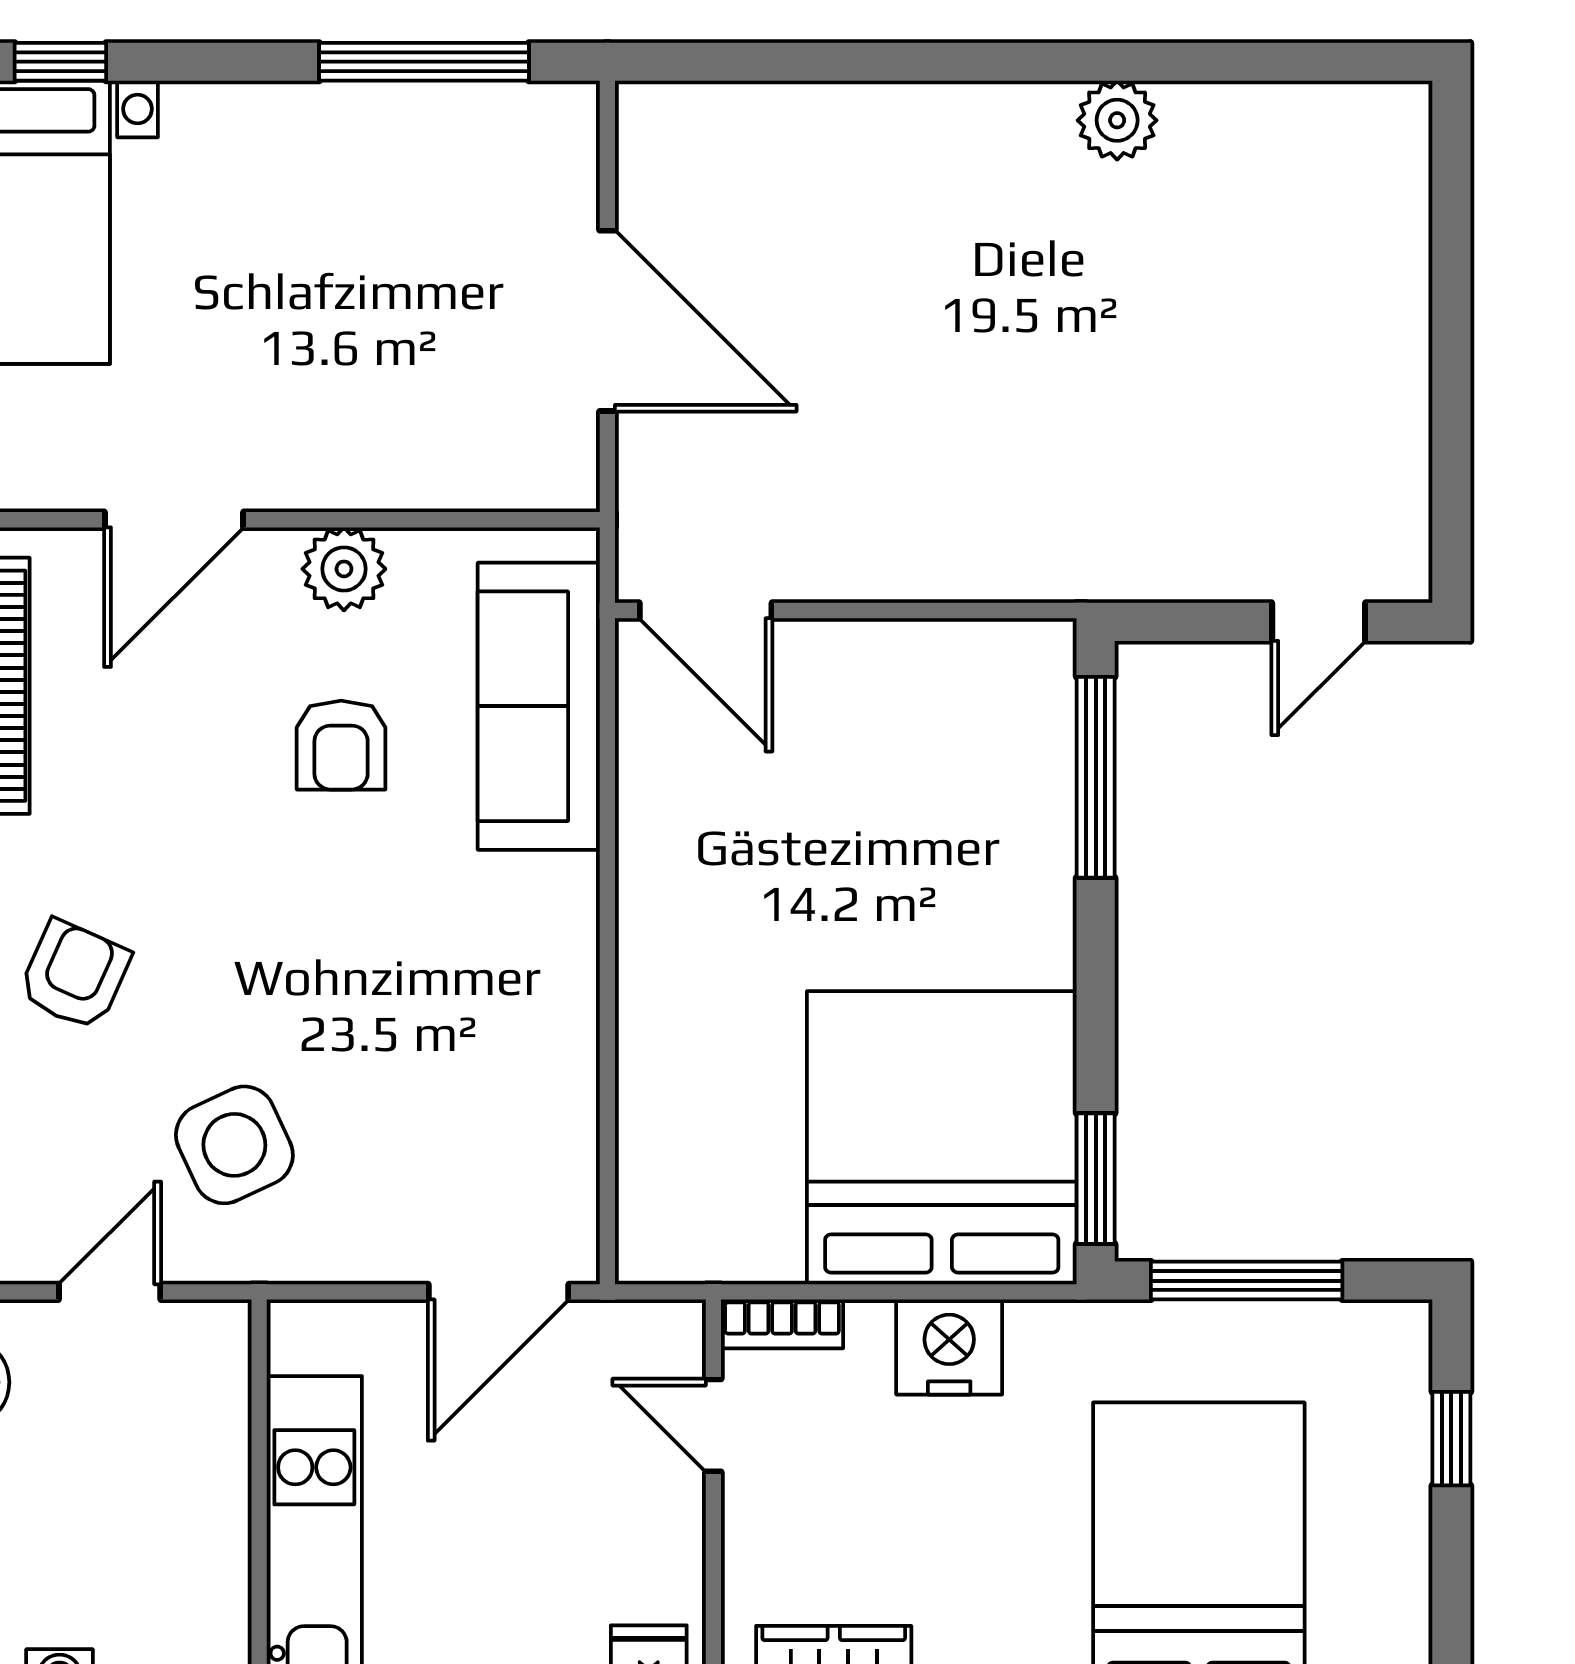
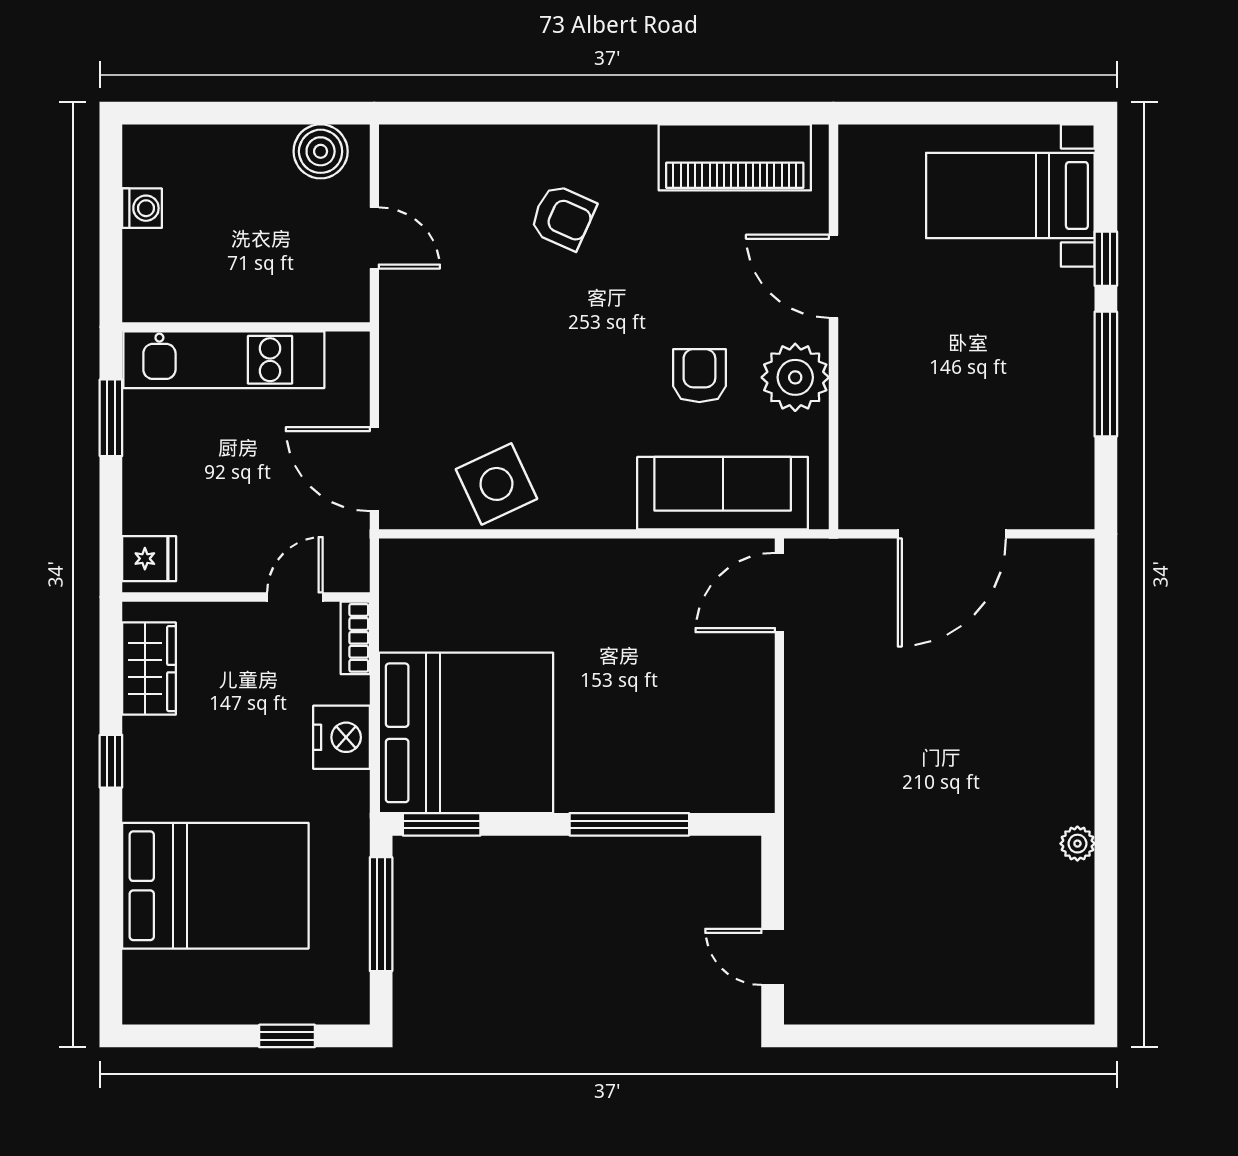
window: (60, 62) -> (1106, 259), moved
window: (424, 62) -> (1106, 374), moved
plant: (1117, 120) -> (1077, 844), width x0.73, depth x0.73
plant: (344, 569) -> (795, 377), width x1.36, depth x1.36
armchair: (341, 745) -> (699, 376), turned 90
window: (1096, 777) -> (629, 824), moved
side table: (234, 1145) -> (496, 484), moved

